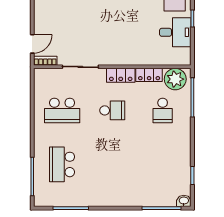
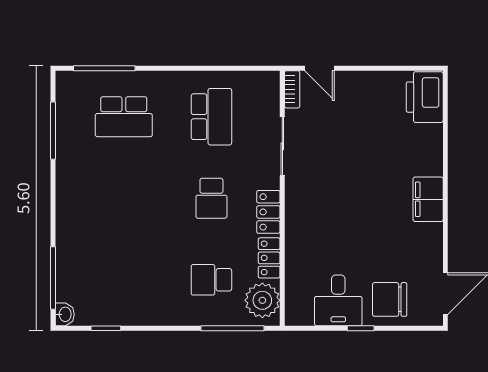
school desk: (62, 110) -> (211, 117), turned 180
school desk: (62, 164) -> (124, 117), turned 180

